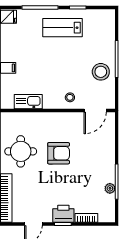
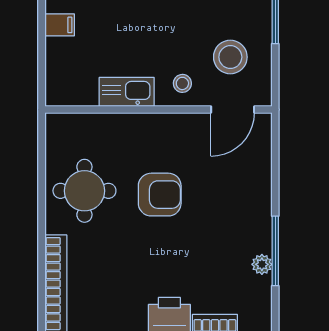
stool: (101, 72) -> (230, 57), moved
kitchen sink: (28, 102) -> (127, 92), moved

